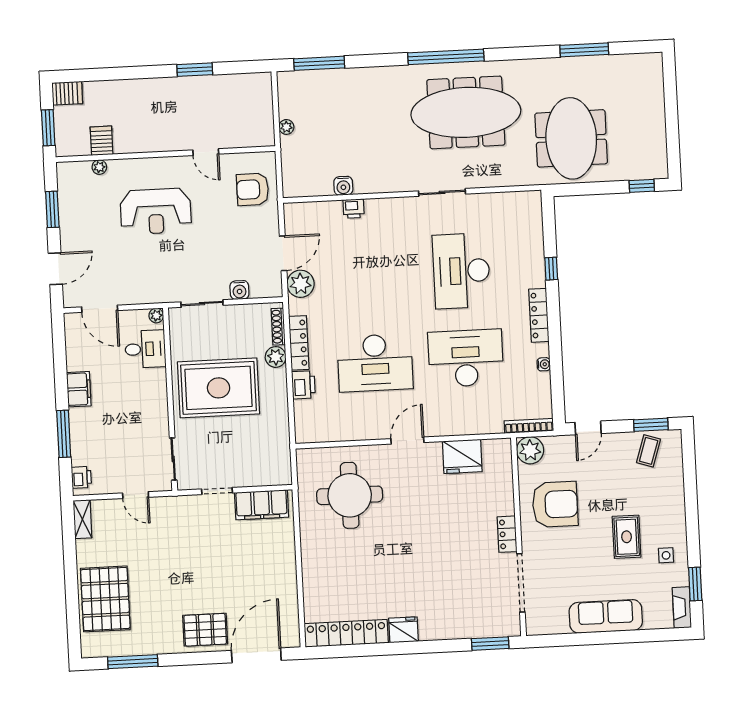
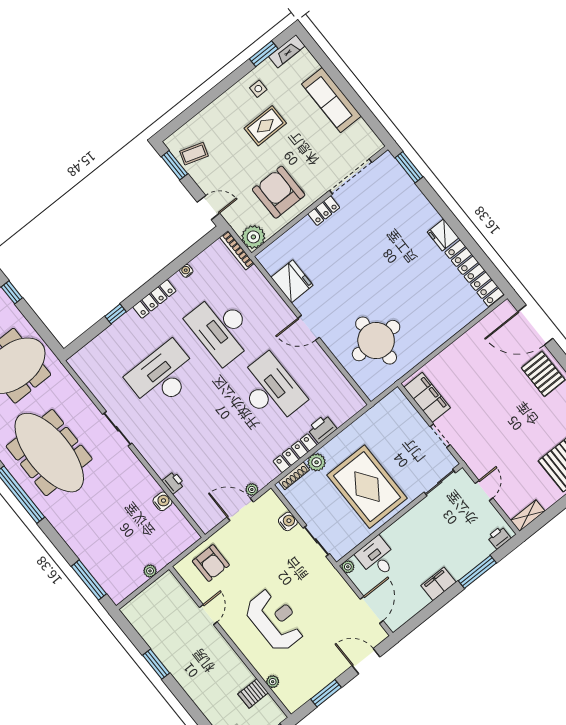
desk: (461, 271) -> (162, 376), turned 180
plant: (301, 284) -> (252, 489), width x0.53, depth x0.53

